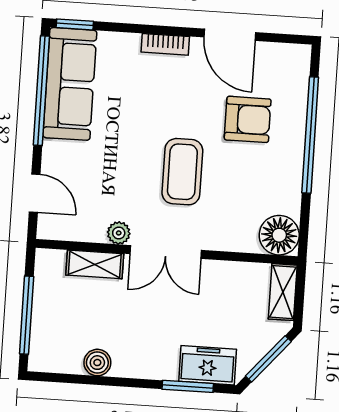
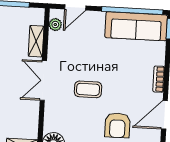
coffee table: (182, 172) -> (88, 89), width x0.73, depth x0.77
plant: (119, 233) -> (55, 25), moved

